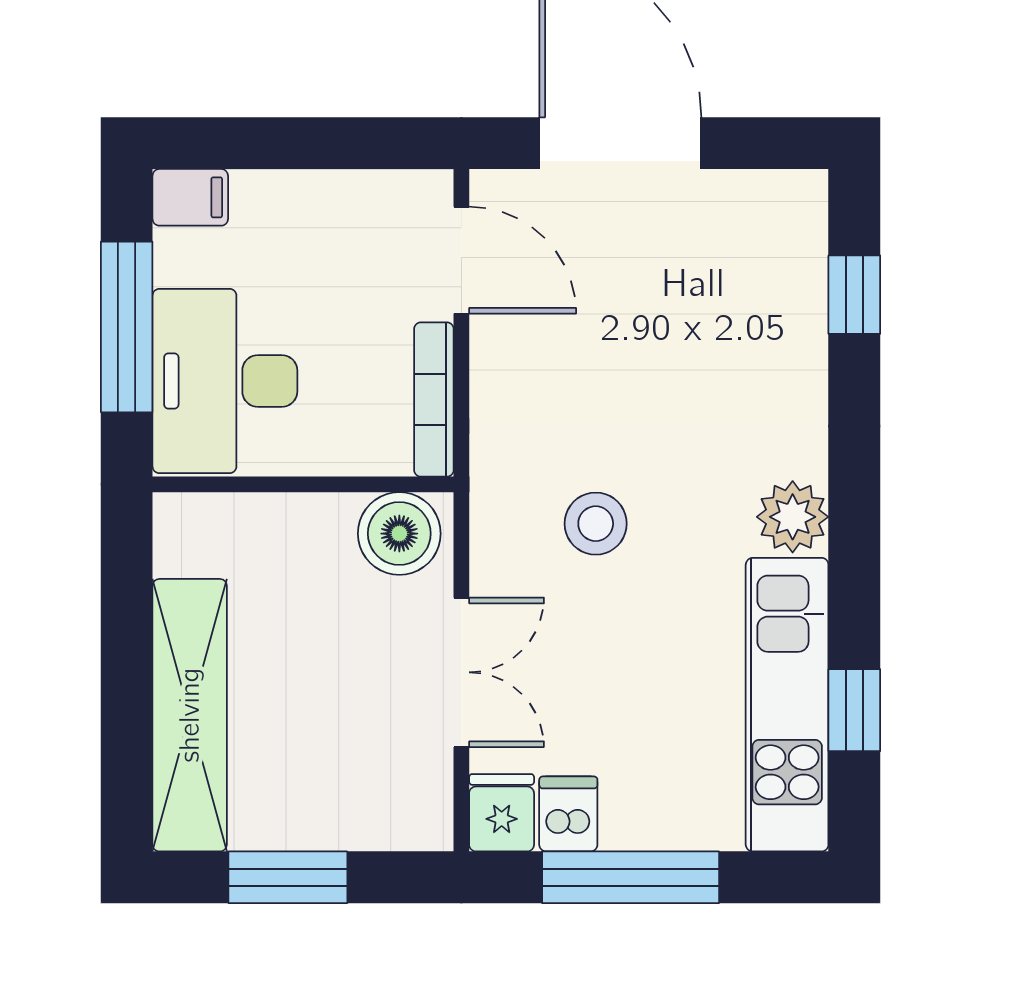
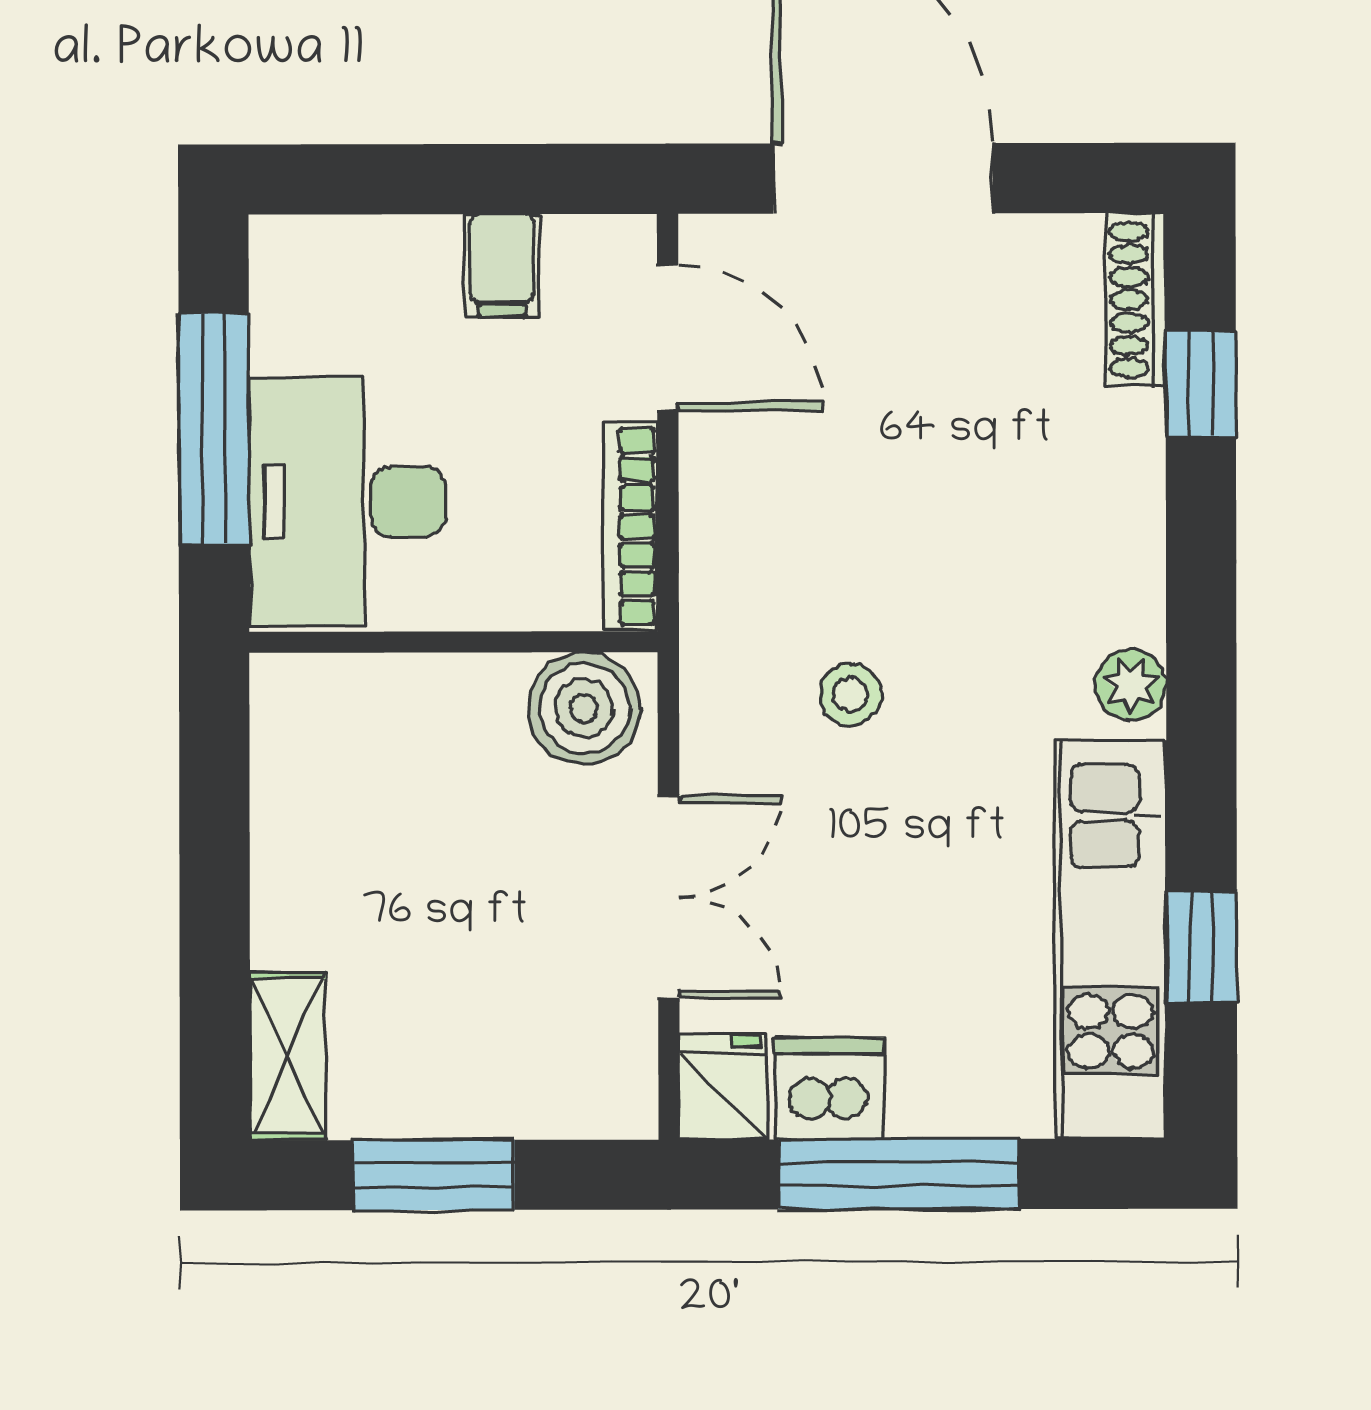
filing cabinet: (190, 197) -> (502, 265), moved, turned 90
shoe rack: (807, 233) -> (1136, 300), added
plant: (793, 517) -> (1131, 685), width x0.73, depth x0.73
stool: (596, 524) -> (850, 695), width x0.73, depth x0.73
shelving: (190, 715) -> (288, 1056), width x0.45, depth x0.75
dishwasher: (568, 814) -> (829, 1088), width x1.38

